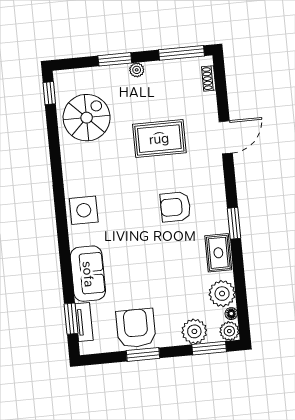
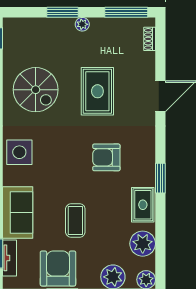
spiral stairs: (87, 118) -> (36, 90), moved, turned 90
rug: (159, 139) -> (97, 91), turned 90
coffee table: (149, 276) -> (75, 220), added
floor lamp: (231, 314) -> (149, 263), removed

